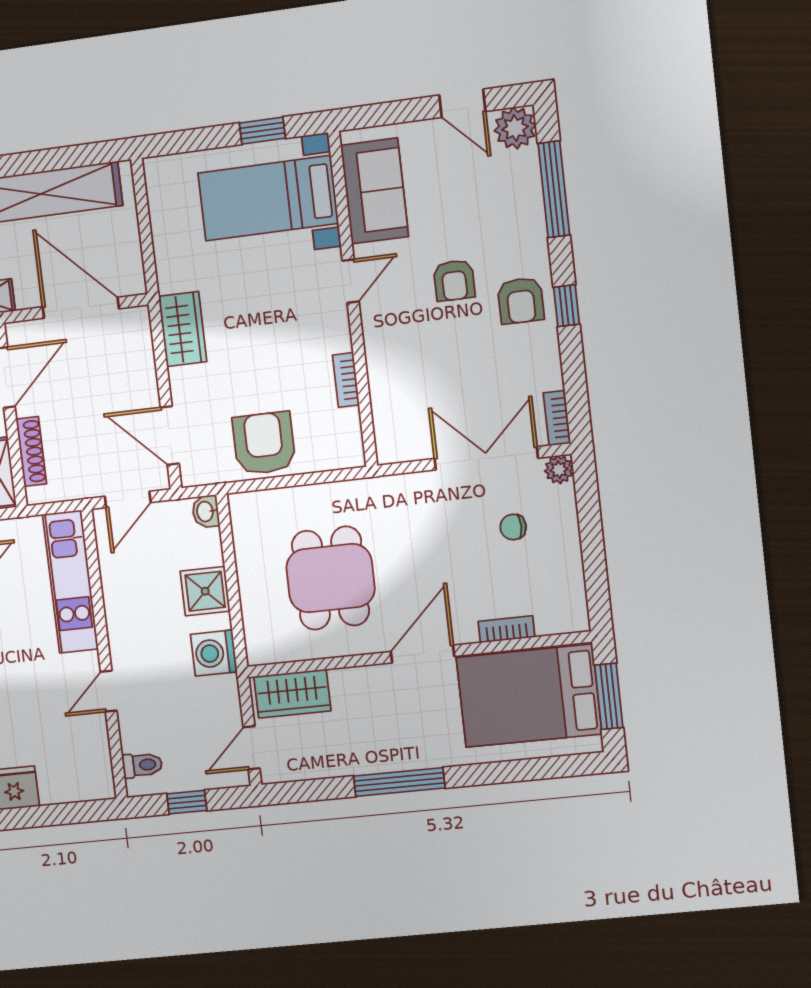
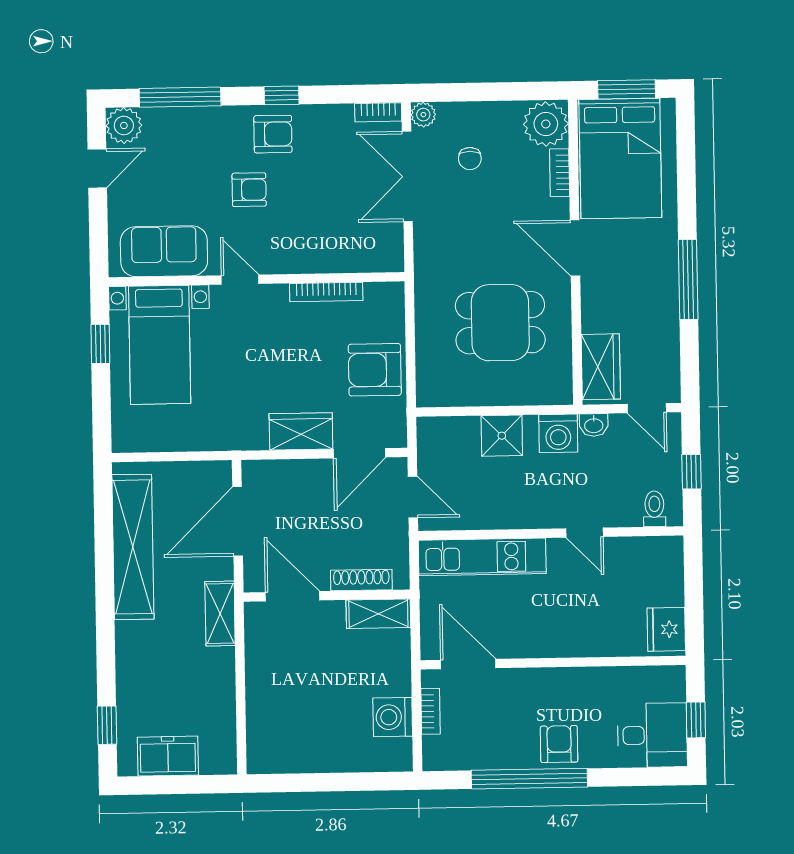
wardrobe: (183, 329) -> (301, 431), moved
bookcase: (346, 380) -> (326, 292), width x1.56
washbasin: (206, 511) -> (594, 425), moved
plant: (561, 609) -> (546, 124), added

